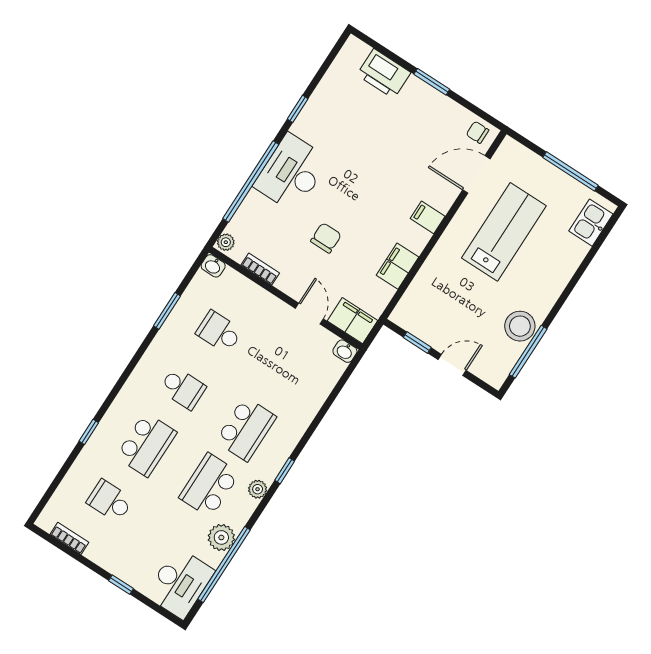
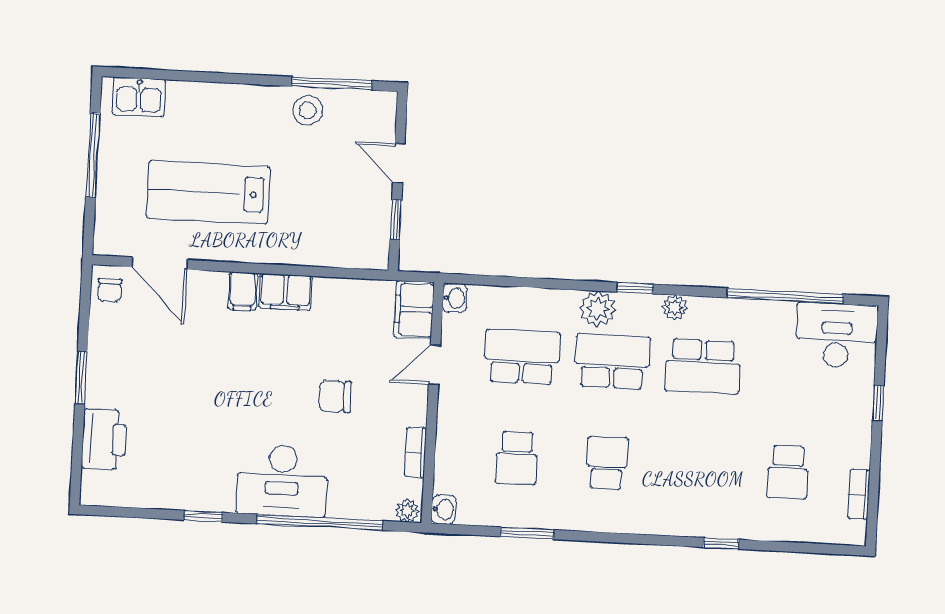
filing cabinet: (398, 266) -> (285, 292), moved
stool: (520, 326) -> (308, 110), width x0.73, depth x0.73
school desk: (146, 445) -> (522, 357), moved
plant: (221, 537) -> (598, 309), moved

